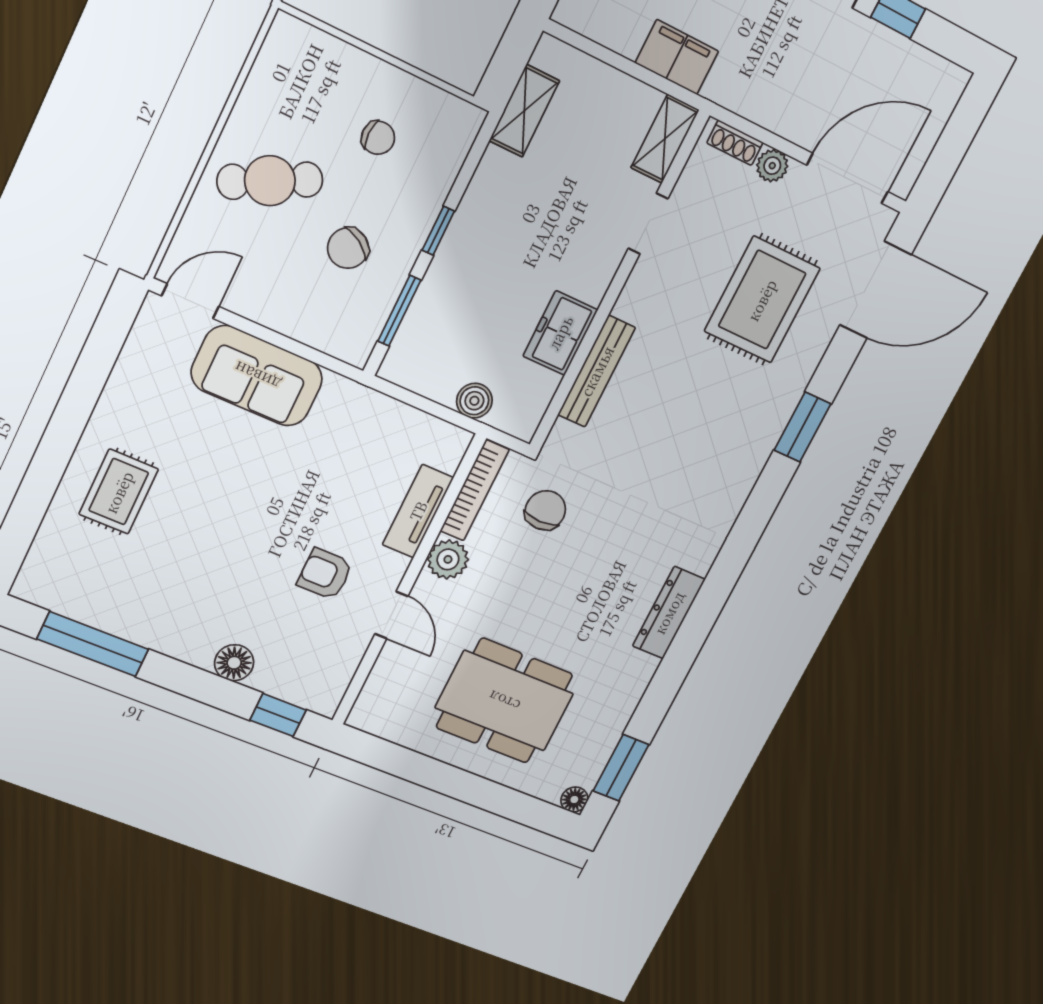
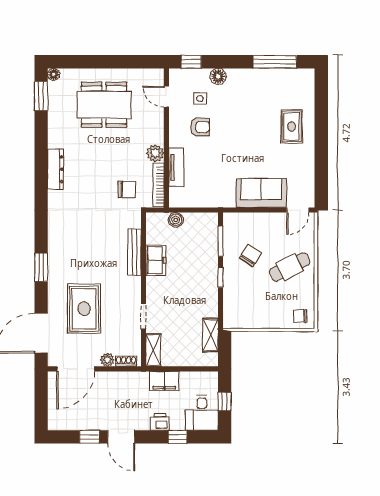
chair: (378, 138) -> (300, 316), moved
chair: (545, 510) -> (127, 189), turned -90
door: (391, 615) -> (166, 97), moved
side table: (296, 633) -> (200, 99), added

